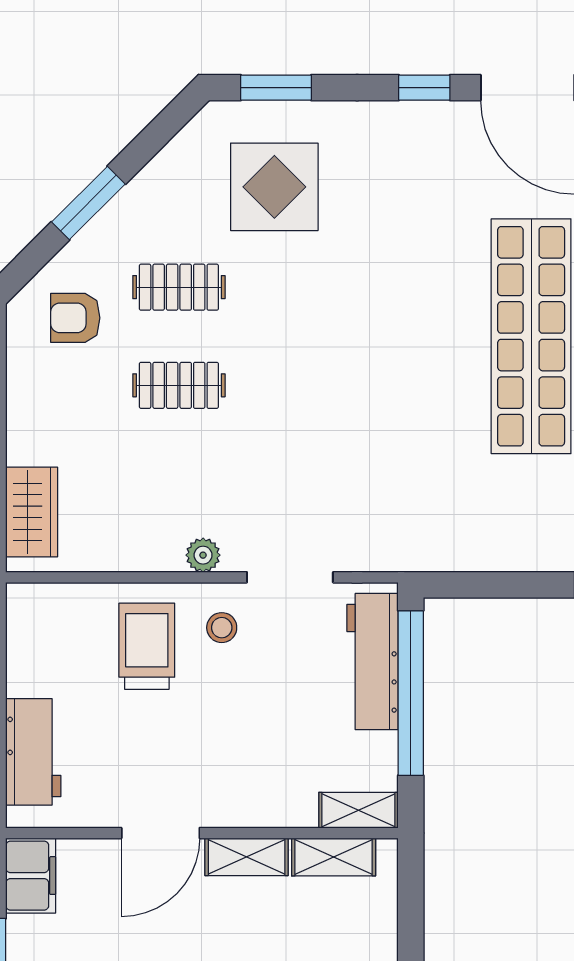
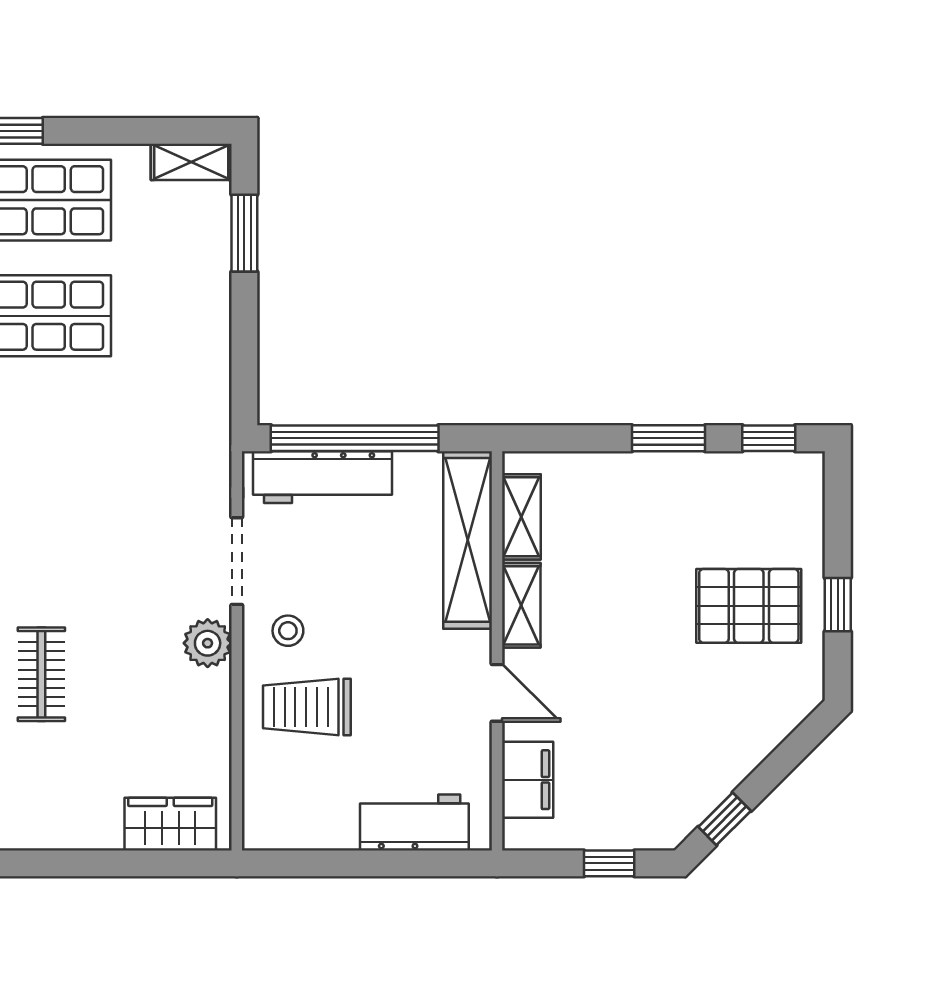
plant: (203, 555) -> (208, 643), width x1.38, depth x1.38
shelving: (358, 810) -> (468, 540), width x2.20, depth x1.33
door: (161, 833) -> (497, 693), width x0.73
filing cabinet: (31, 876) -> (528, 780), moved, turned 90

